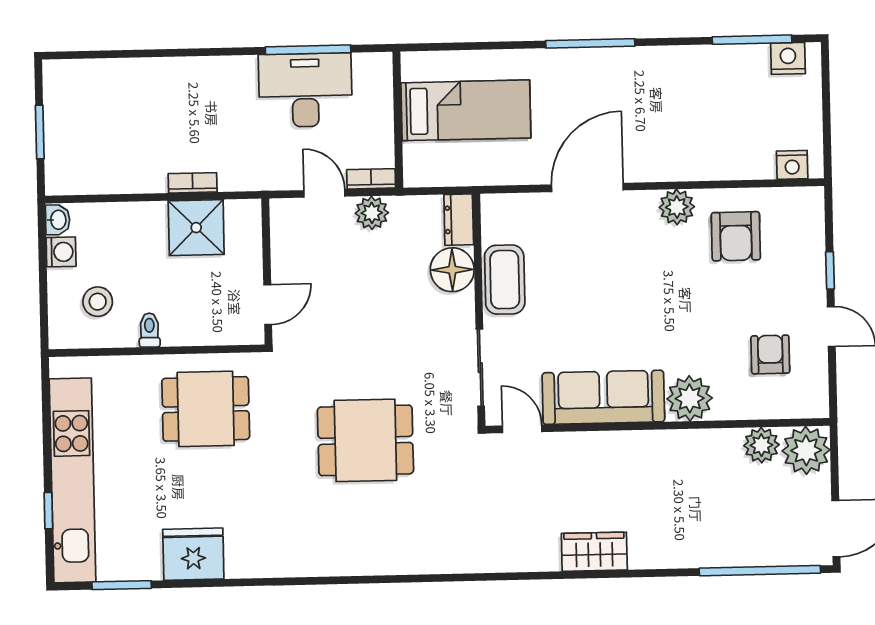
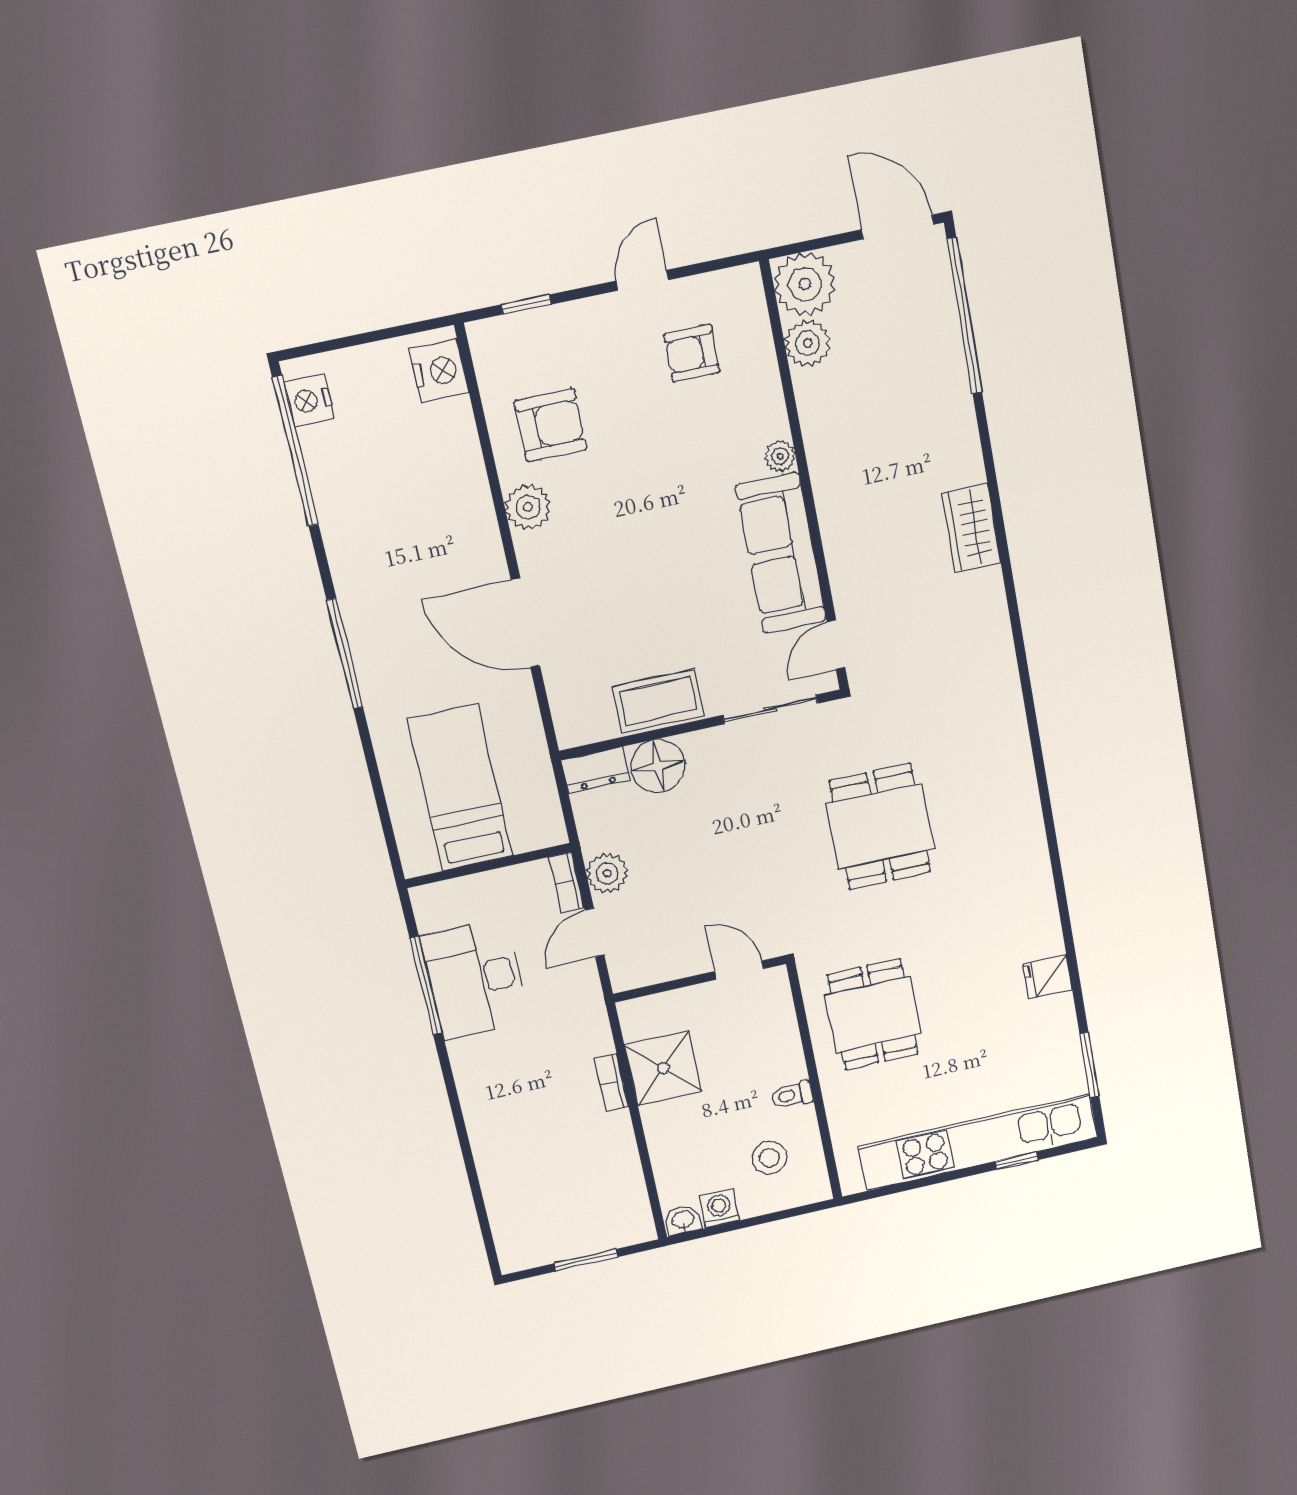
window: (752, 40) -> (295, 451), width x1.46
nightstand: (792, 165) -> (439, 371), width x1.36, depth x1.33
window: (830, 270) -> (526, 304), moved
plant: (690, 398) -> (780, 456), width x0.53, depth x0.53
fridge: (193, 554) -> (1047, 977), width x0.53, depth x0.75

